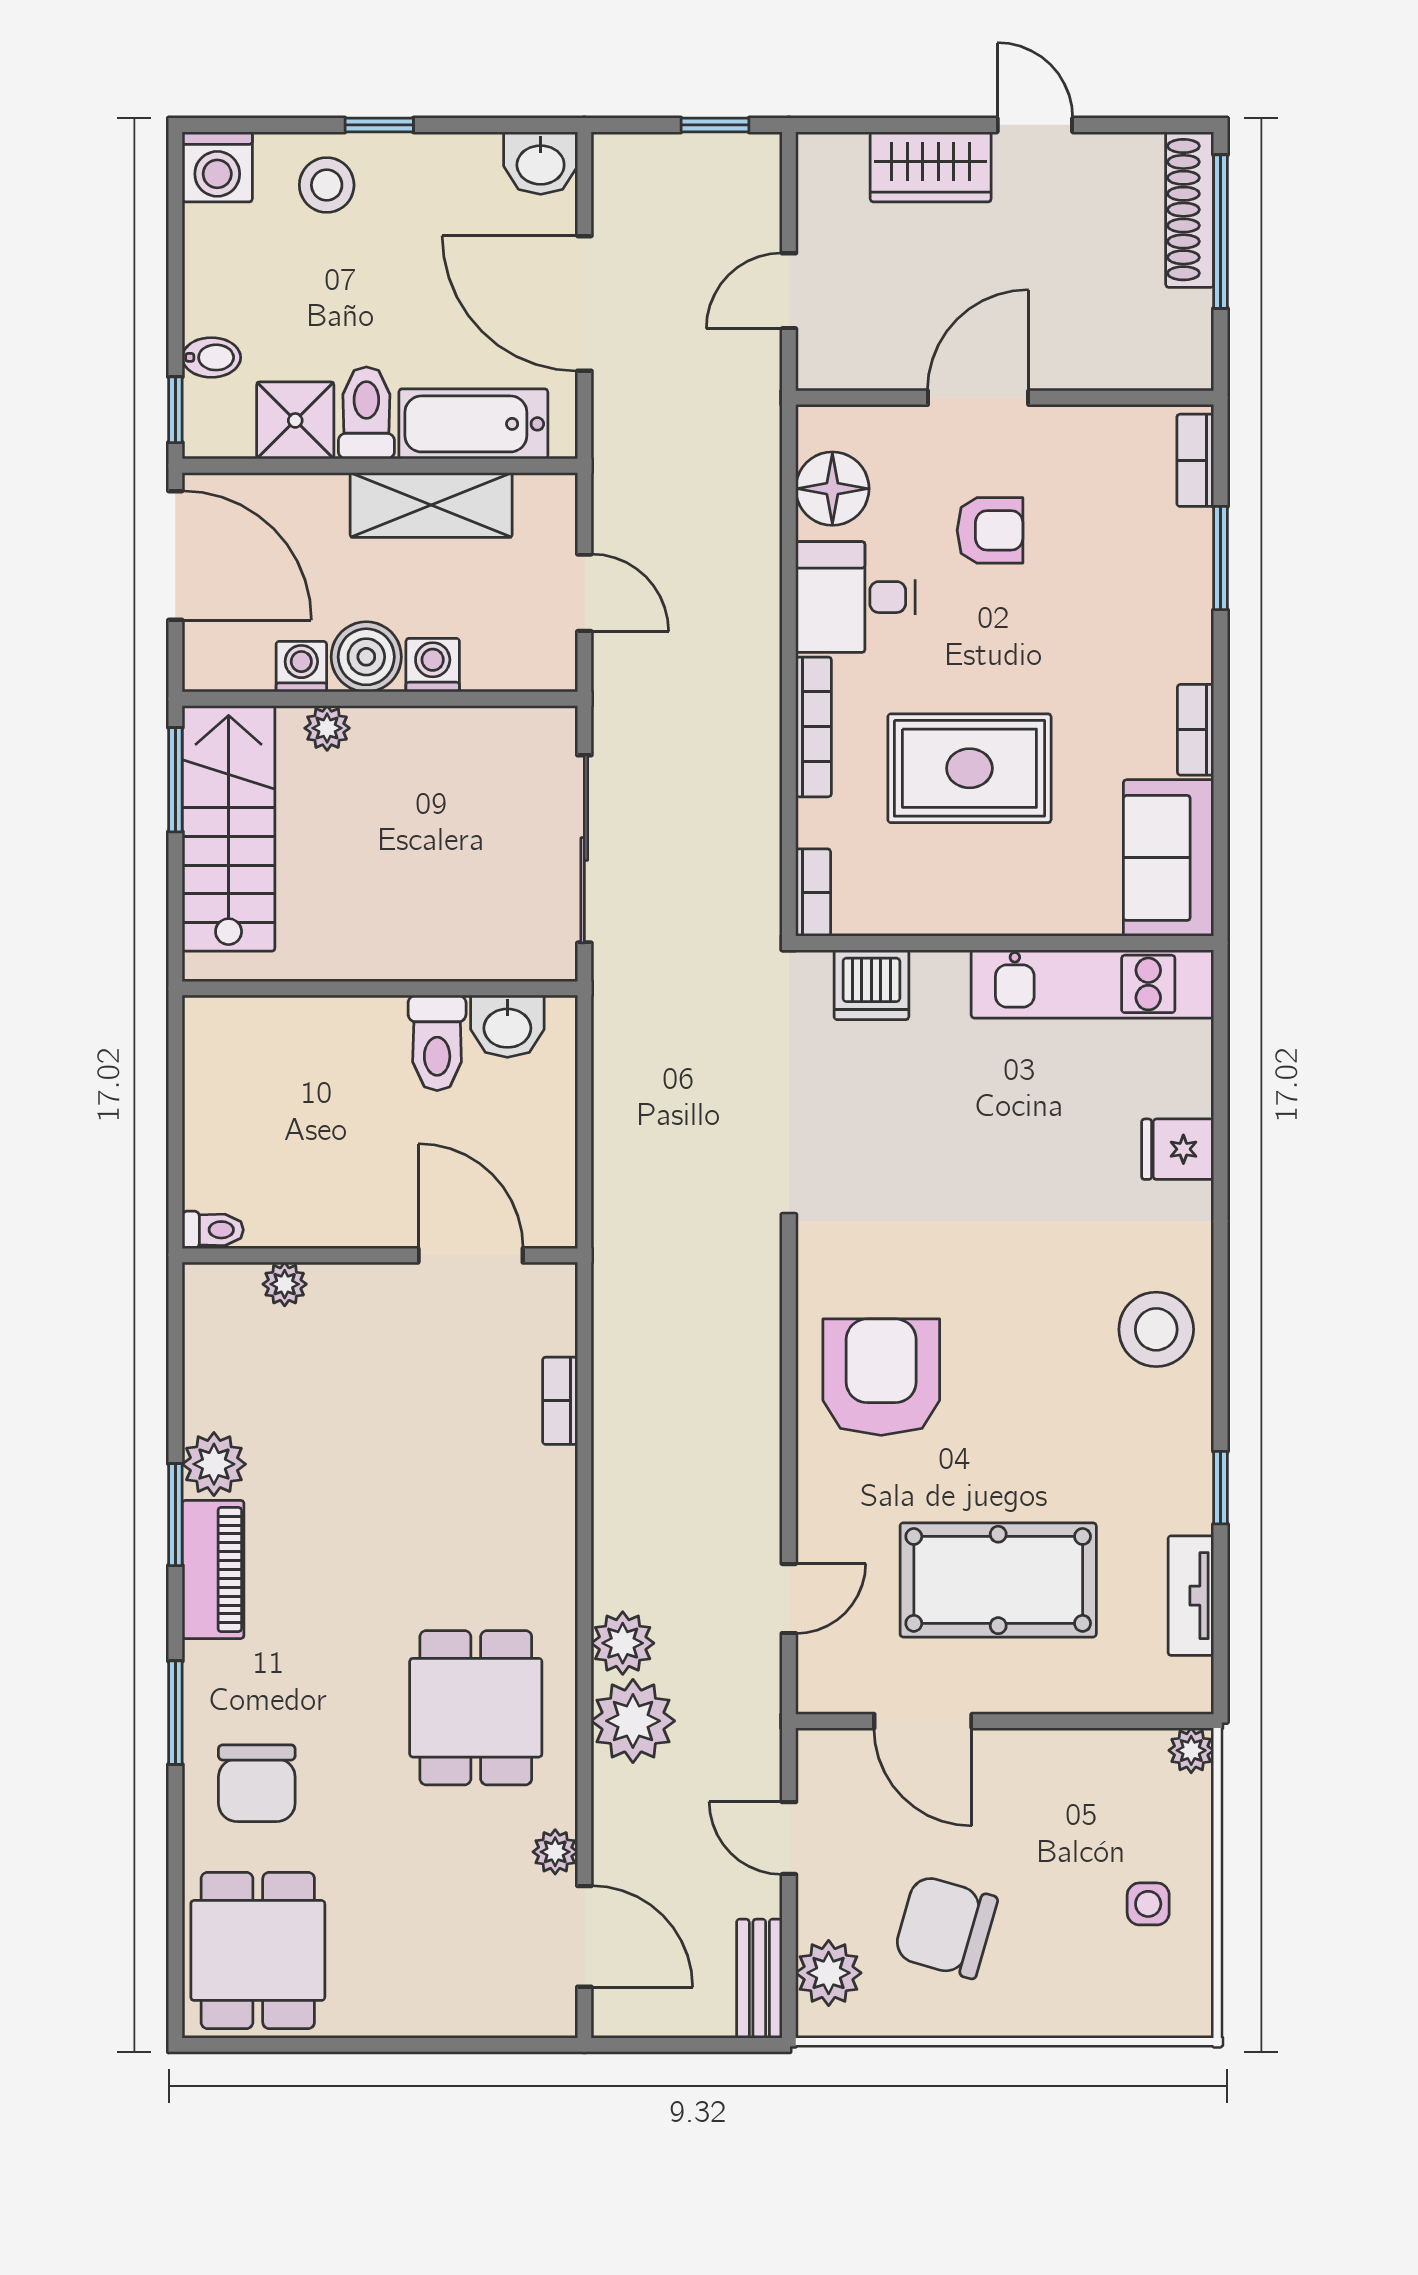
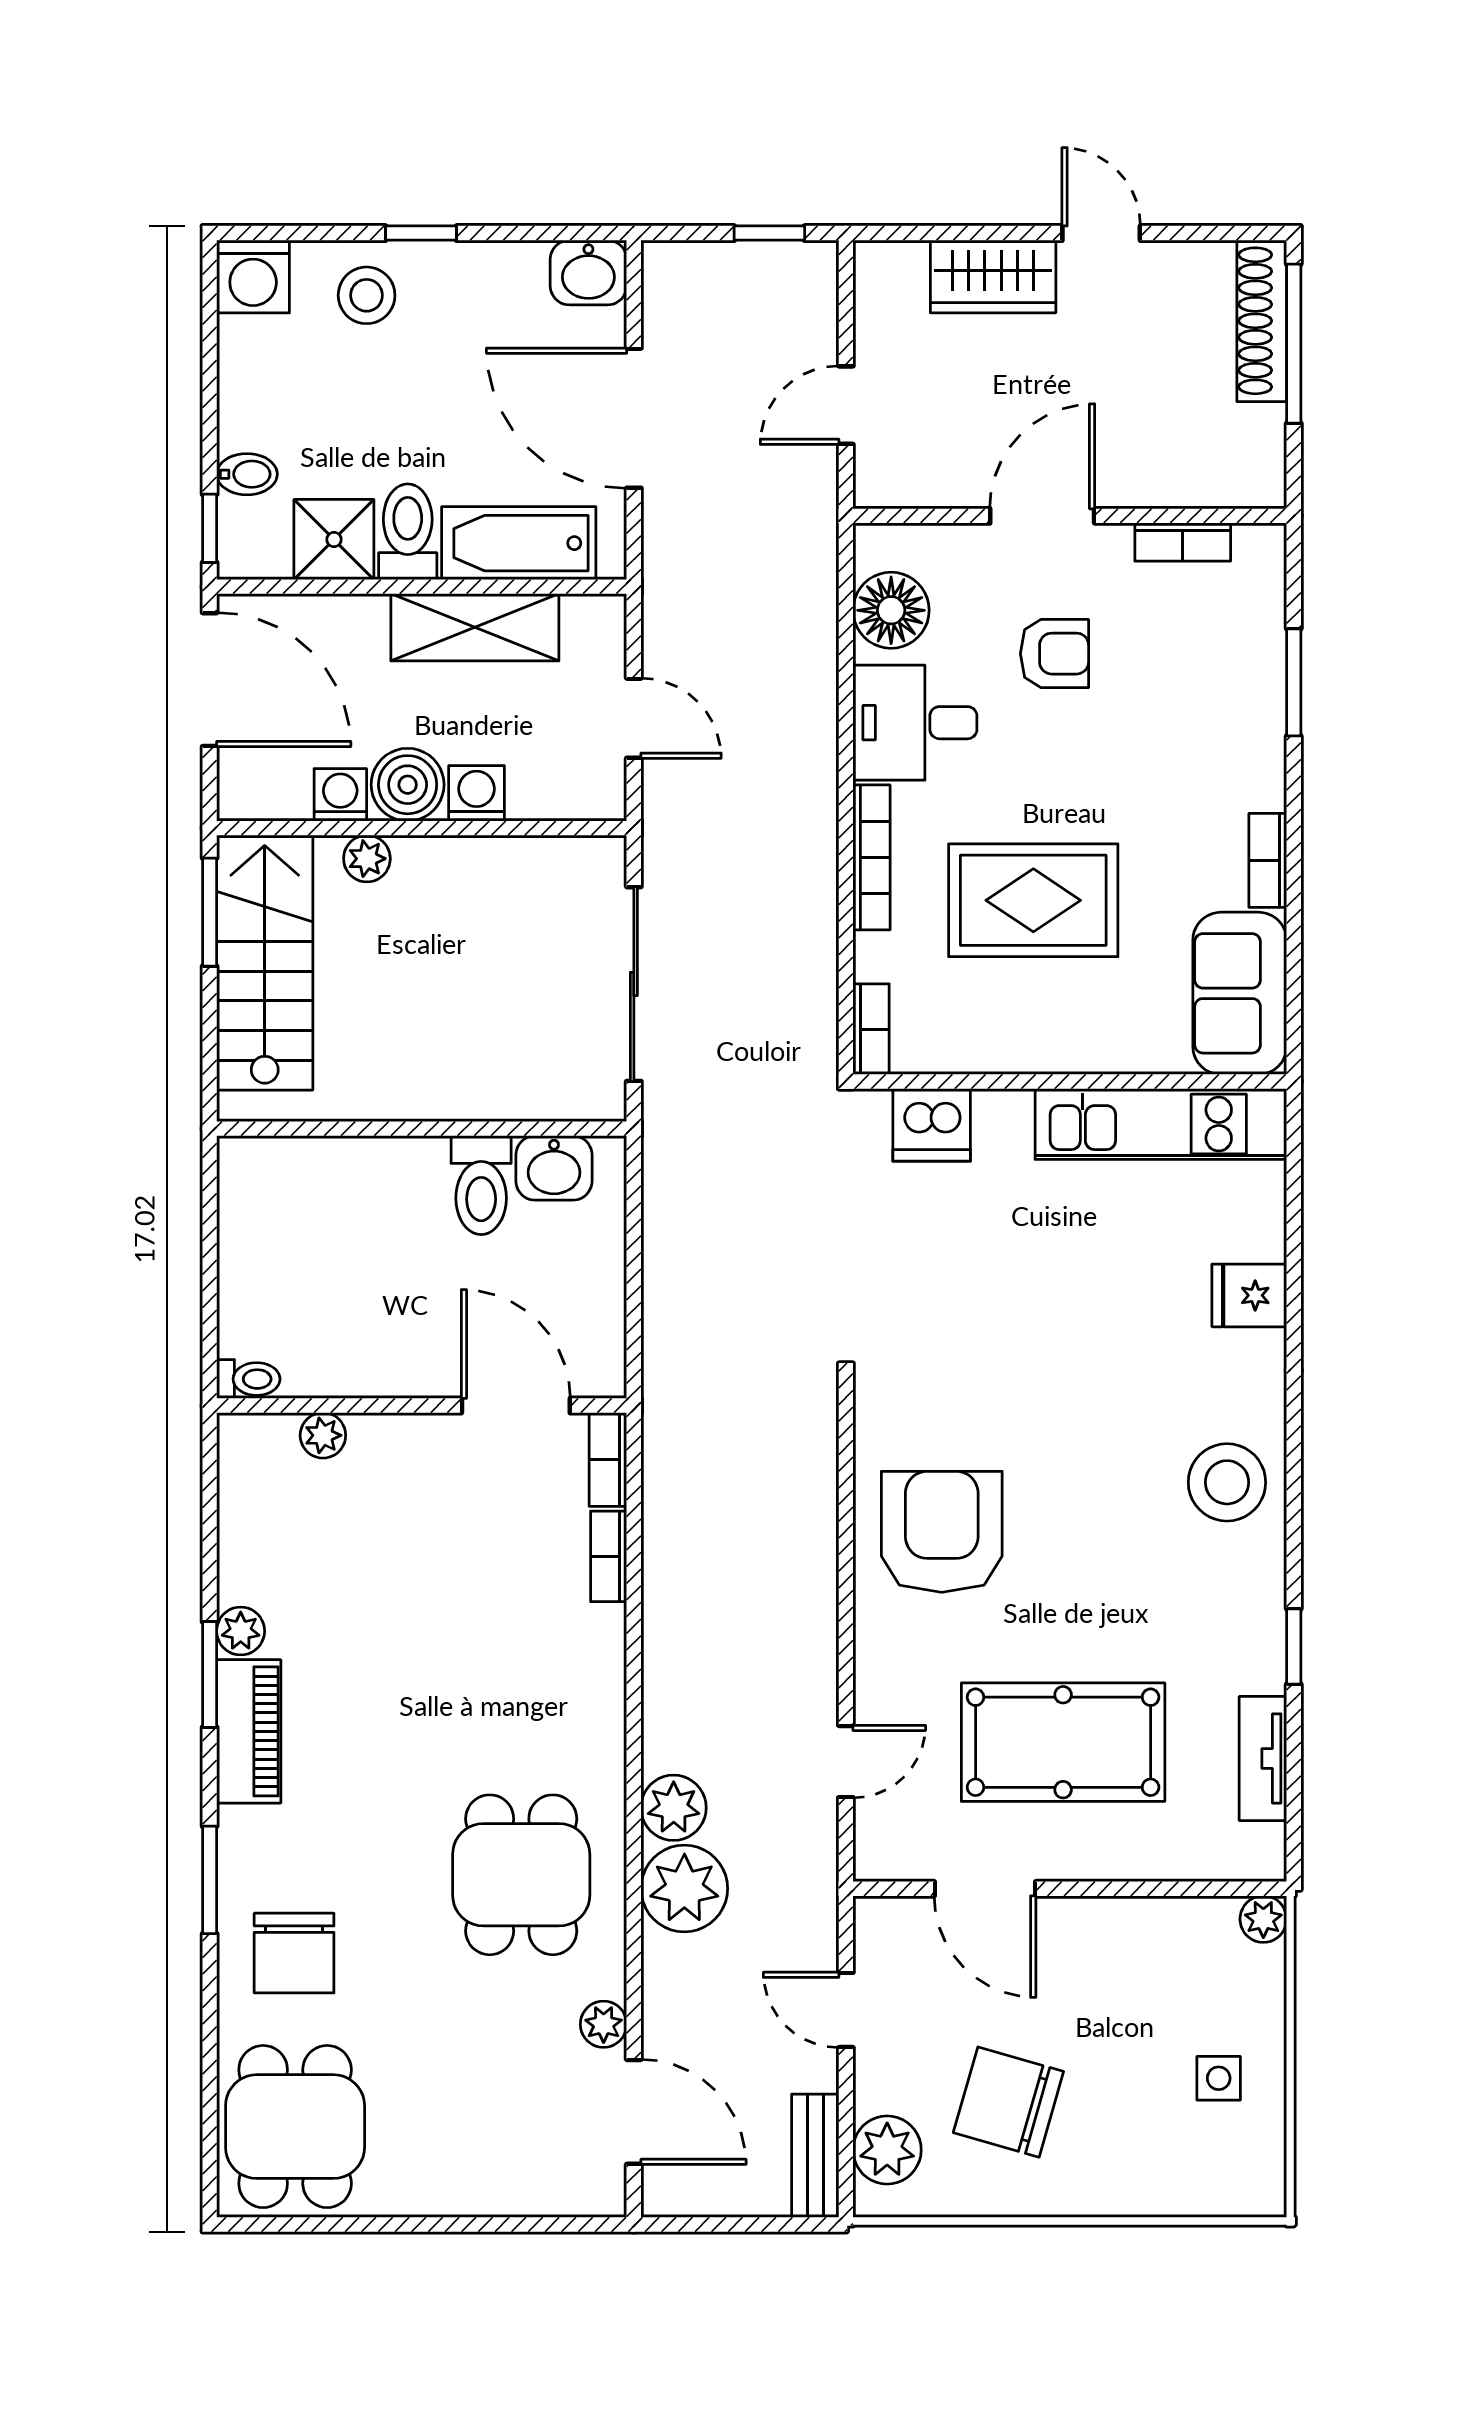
bookcase: (1195, 460) -> (1183, 542), moved, turned -90
bookcase: (559, 1307) -> (608, 1460), added
plant: (214, 1464) -> (241, 1631), width x0.73, depth x0.73

